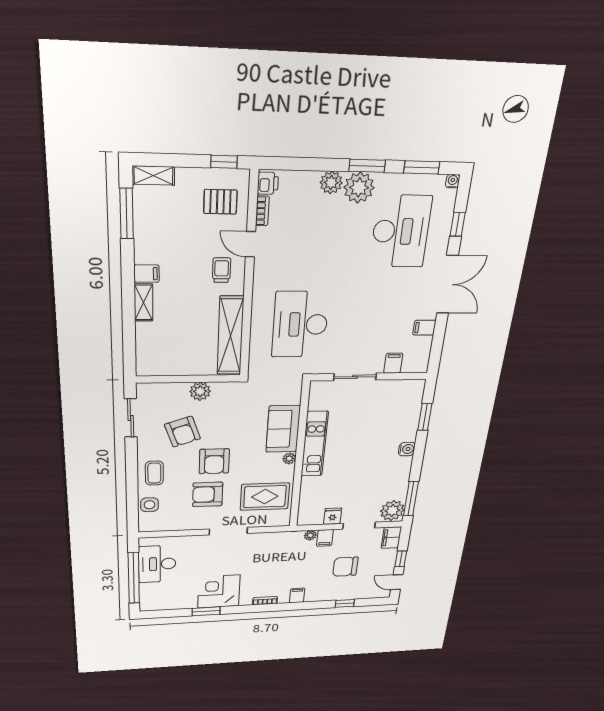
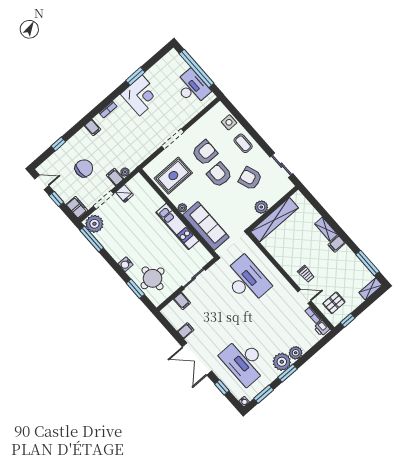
shelving: (230, 336) -> (274, 220), moved, turned 90
round table: (397, 413) -> (153, 278), added
sofa: (283, 429) -> (206, 226), width x1.36

